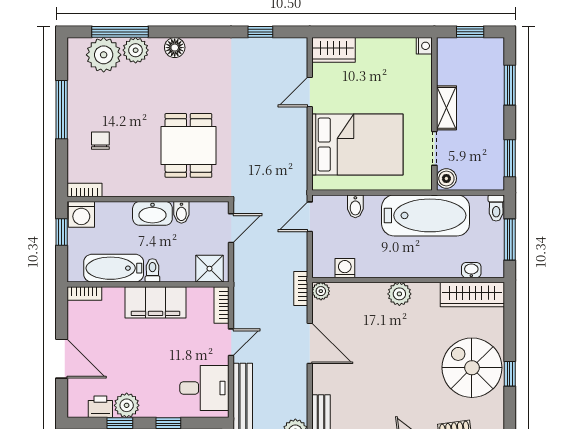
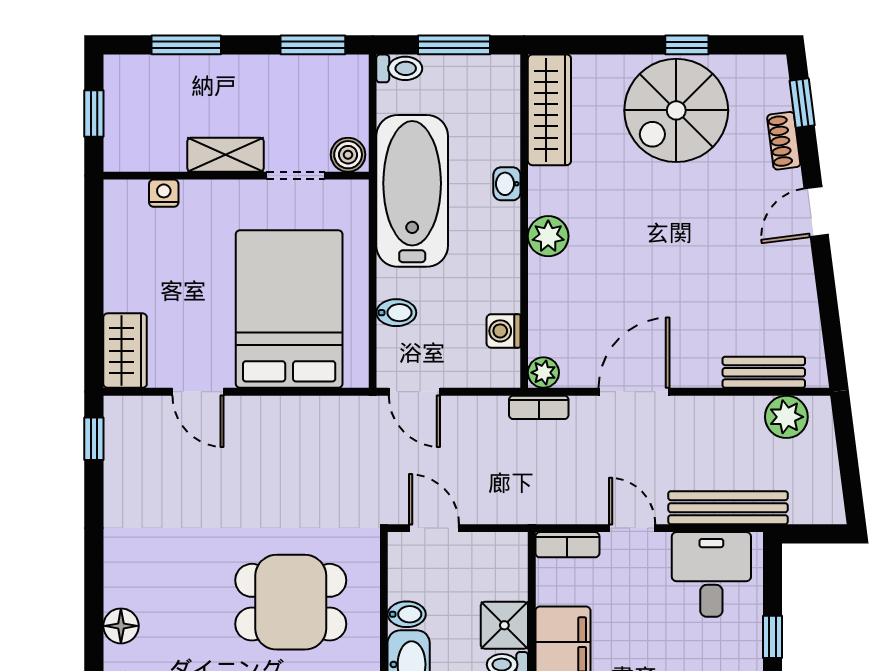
window: (260, 32) -> (94, 439), moved
nightstand: (424, 46) -> (164, 193), moved
shower: (209, 269) -> (504, 625), moved
washbasin: (471, 270) -> (507, 184), moved

